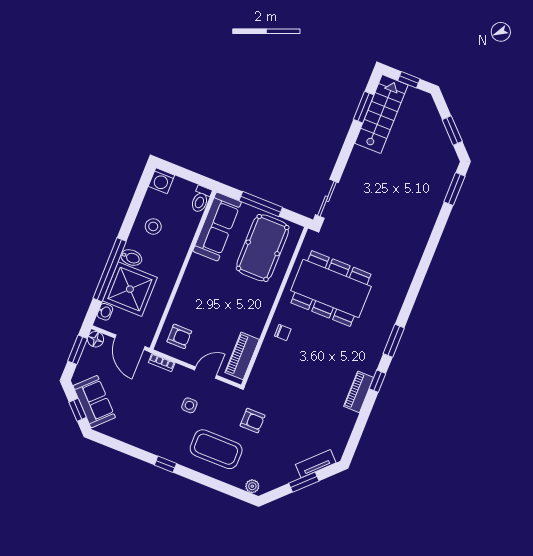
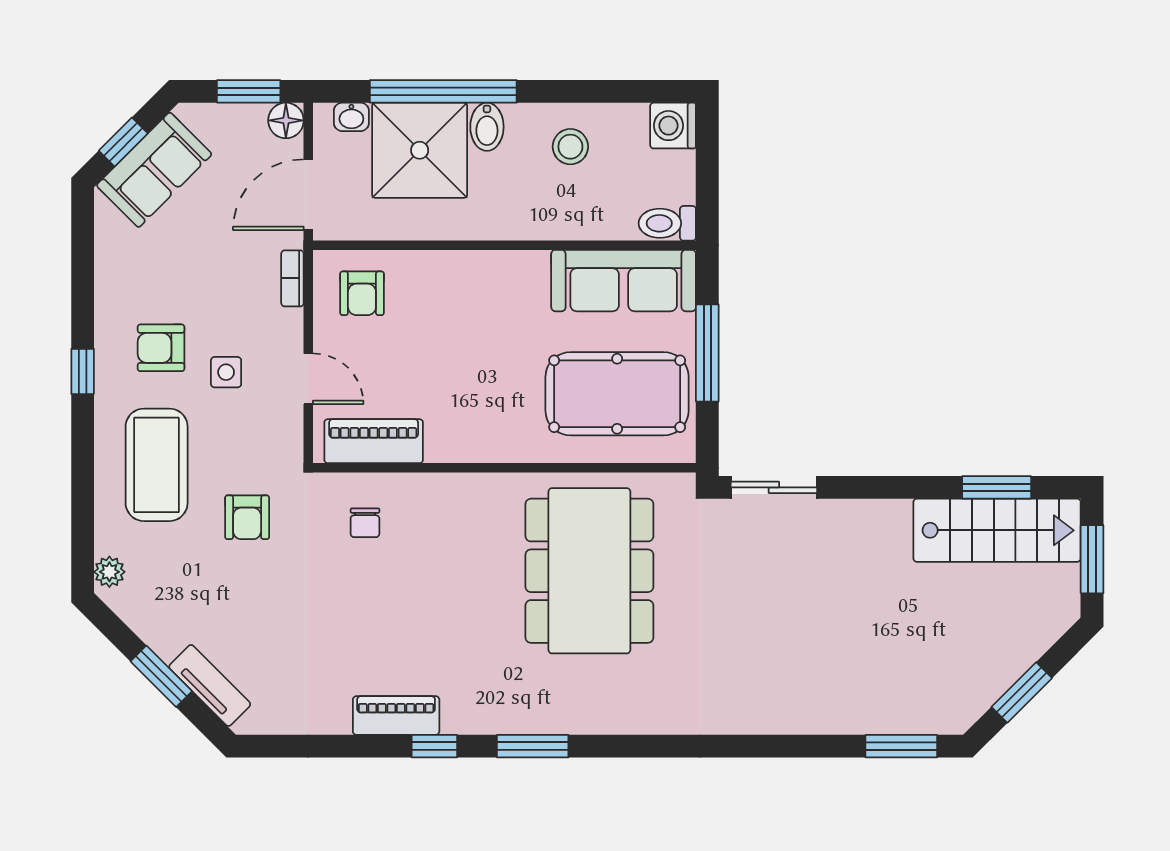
window: (409, 80) -> (1092, 559), width x1.50
chair: (283, 332) -> (365, 523), moved
armchair: (169, 428) -> (161, 348), added

